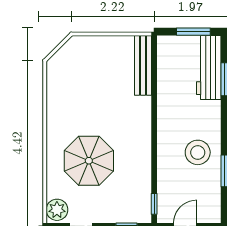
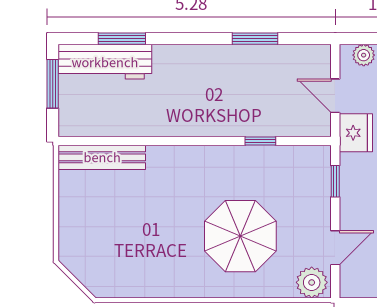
stool: (198, 152) -> (228, 78), removed
window: (154, 204) -> (260, 141), moved

